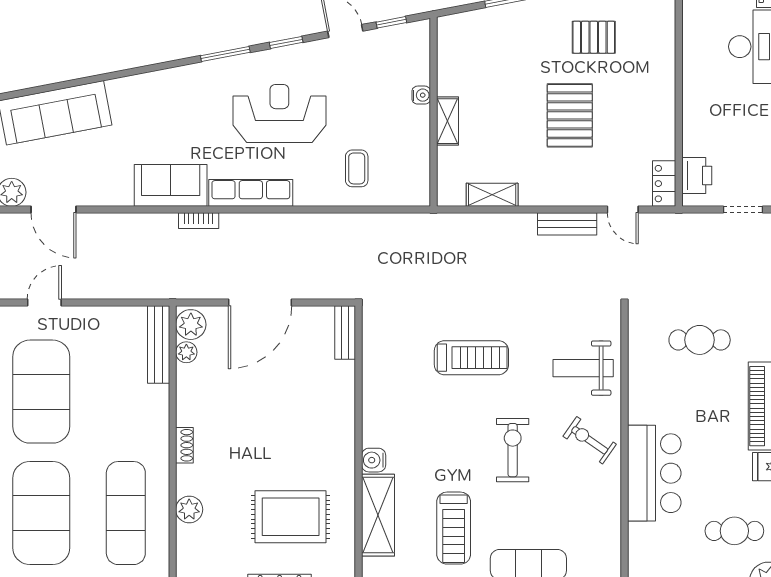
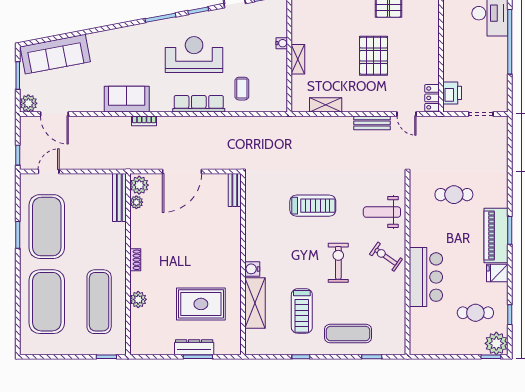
row of seats: (251, 193) -> (199, 104), moved

